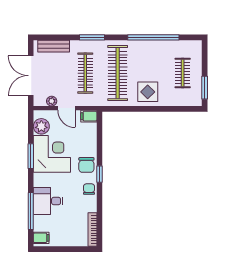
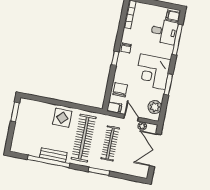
bench: (54, 46) -> (53, 155), moved
clothes rail: (183, 73) -> (31, 127), removed
double door: (31, 76) -> (155, 150), swing flipped
corner desk: (52, 154) -> (153, 72), moved
chair: (86, 165) -> (120, 90), moved
desk: (48, 201) -> (164, 32), moved

